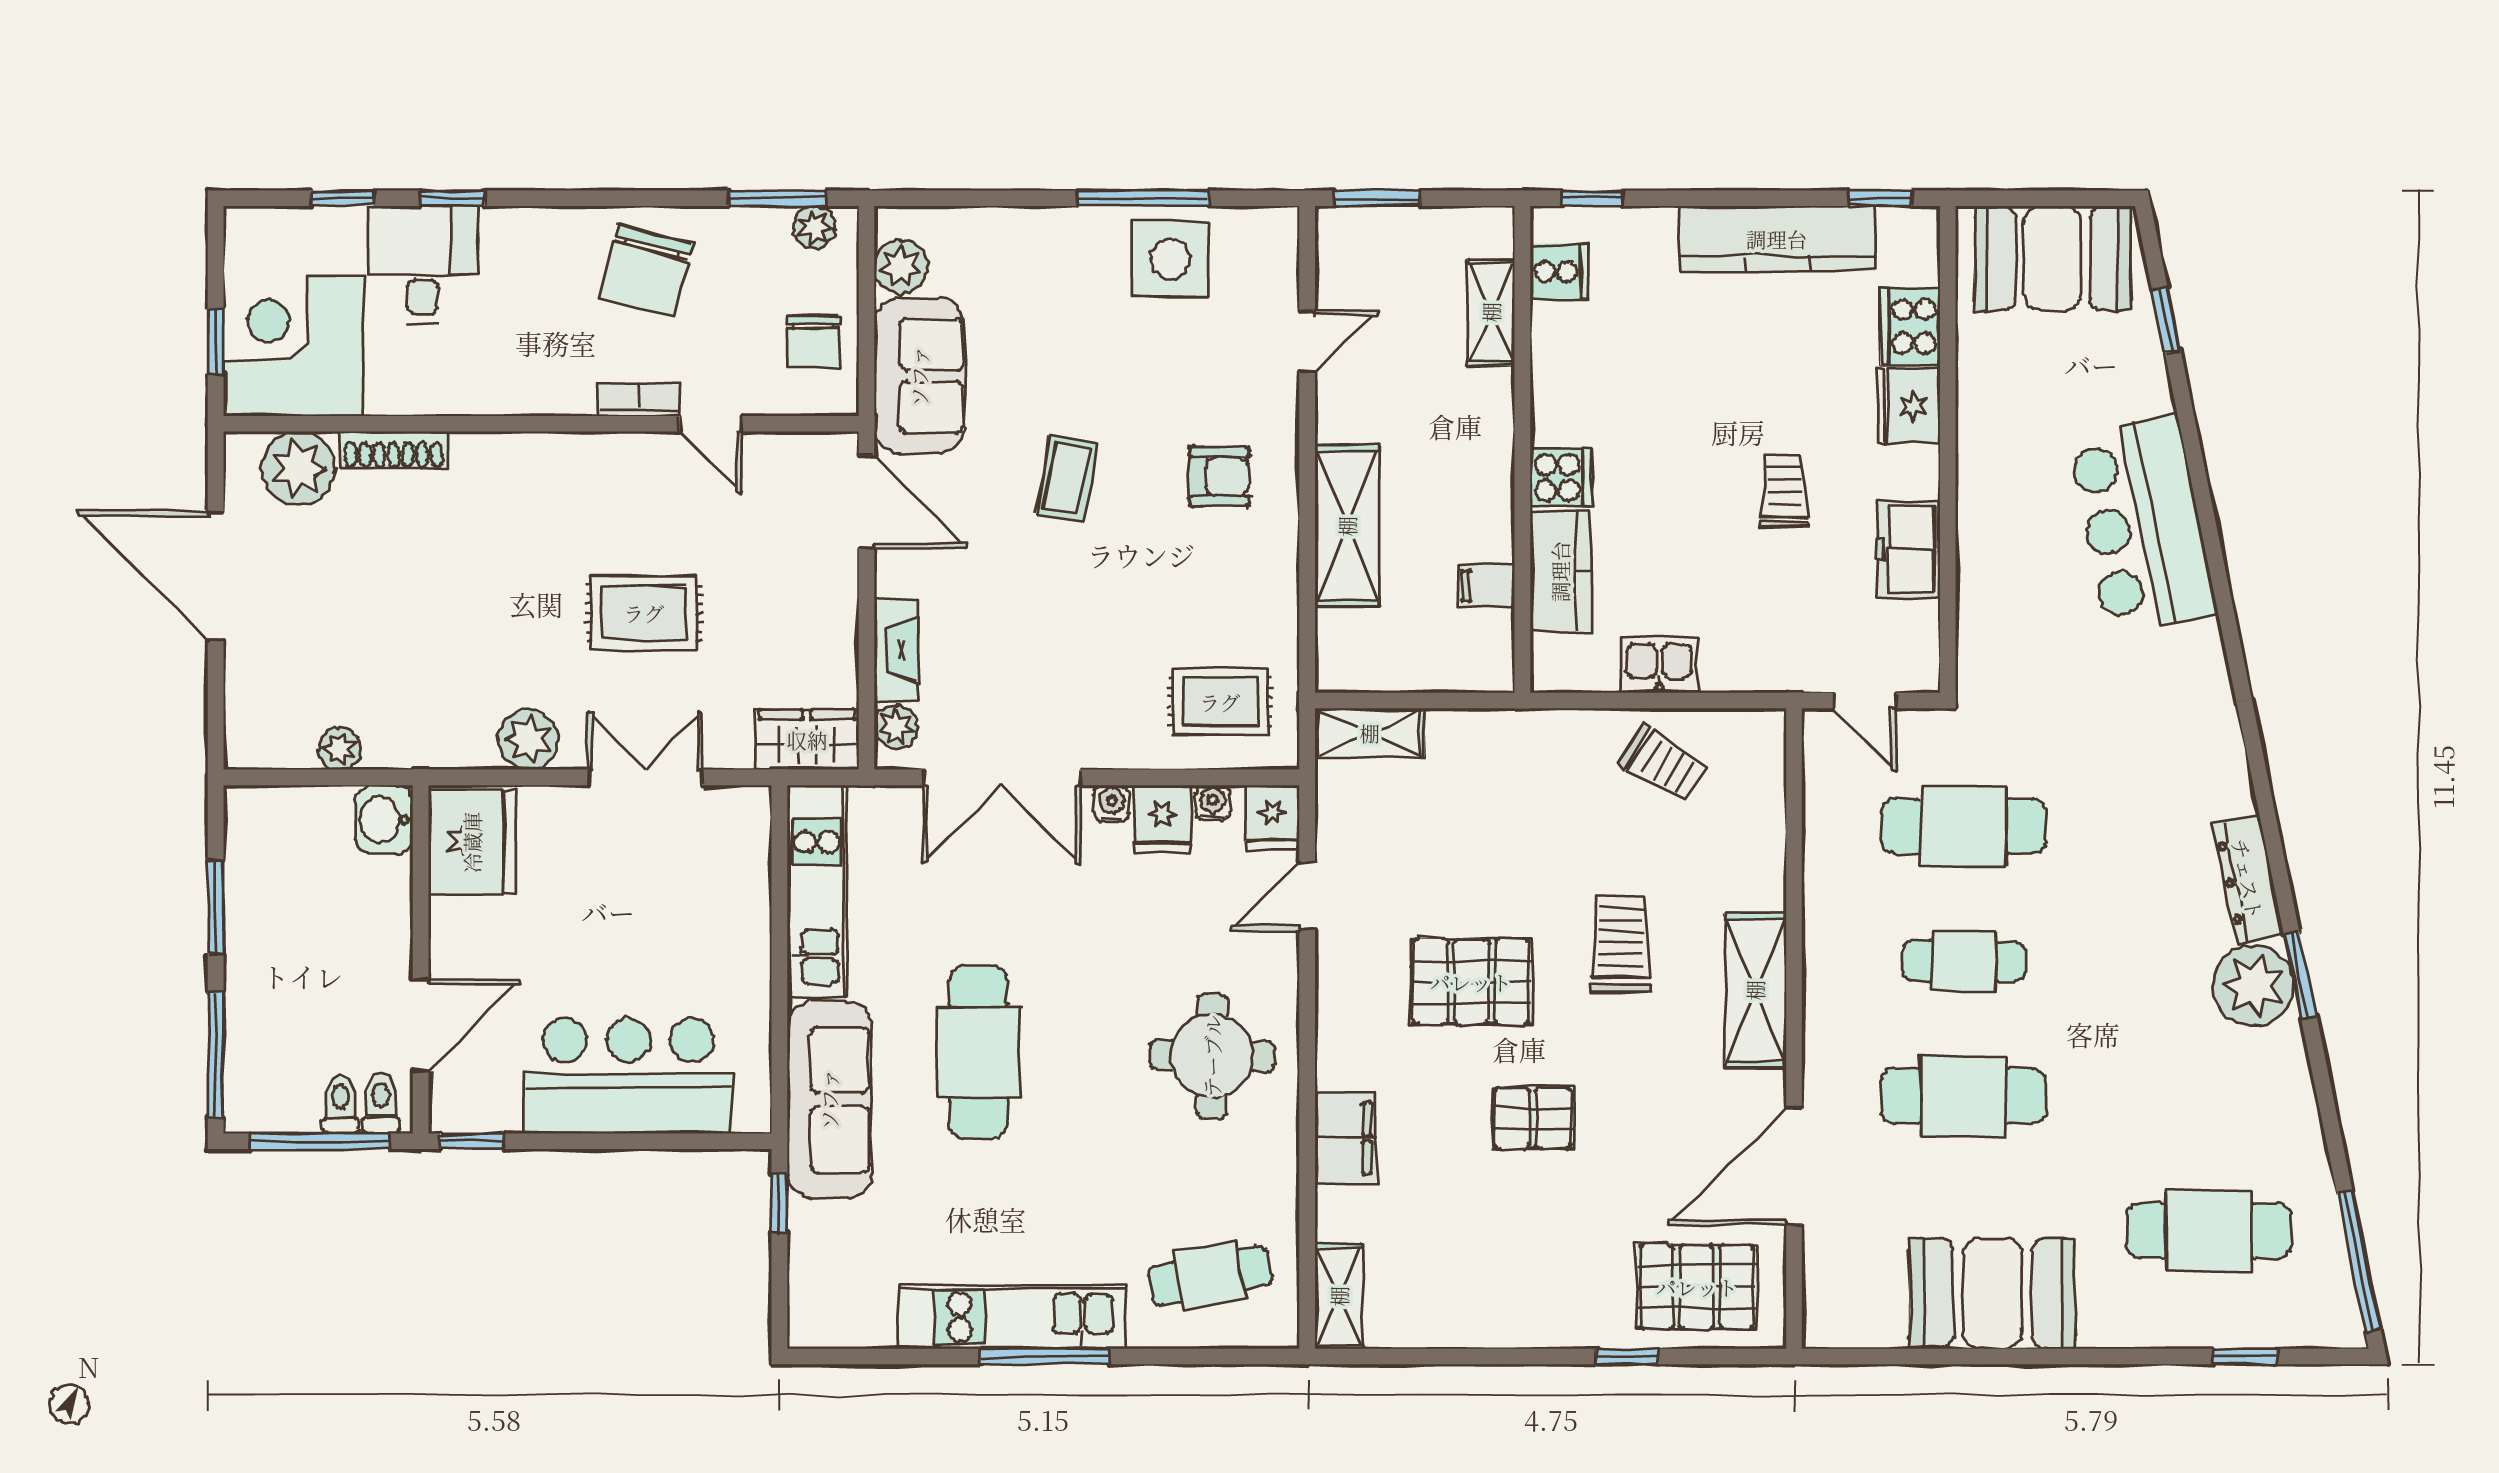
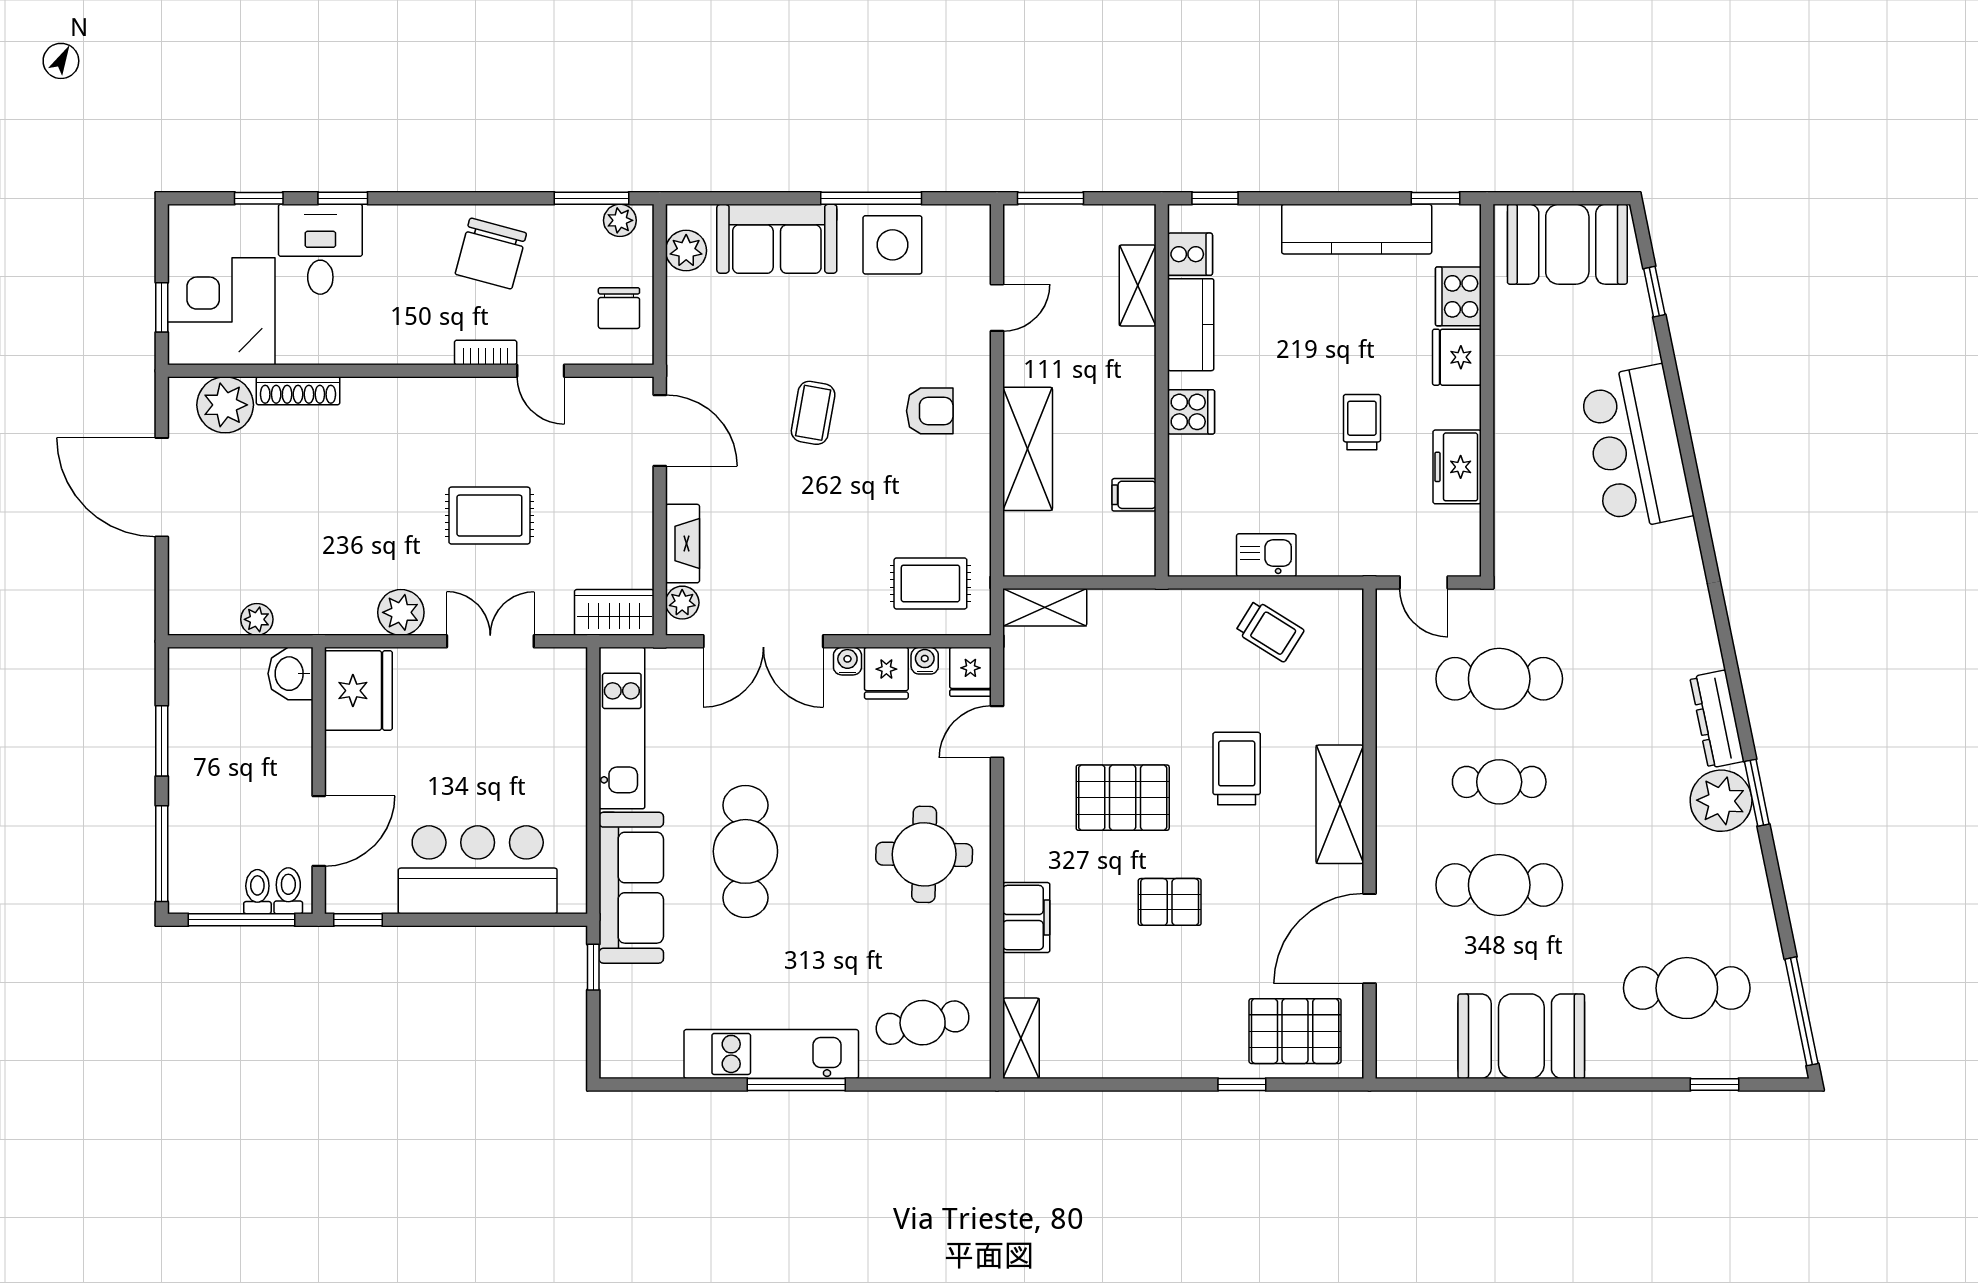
sofa: (919, 376) -> (777, 239), moved, turned 90
kitchen counter: (1560, 571) -> (1191, 325), moved

